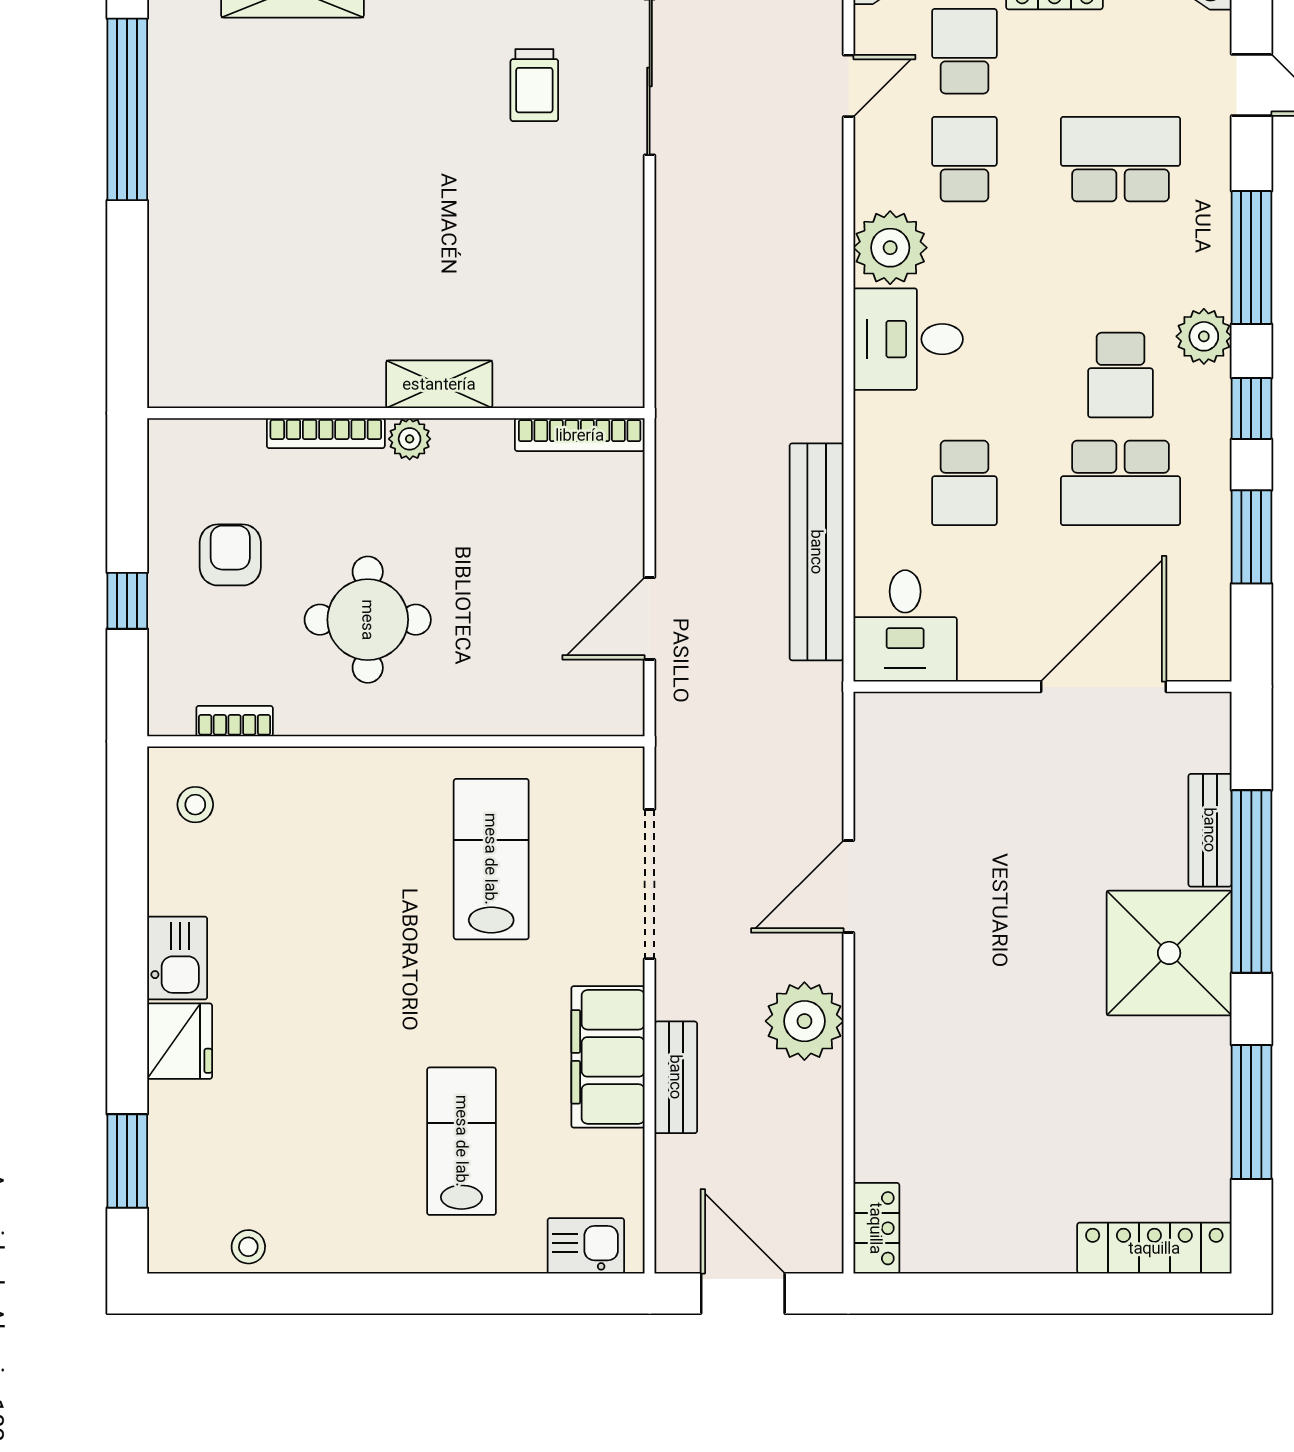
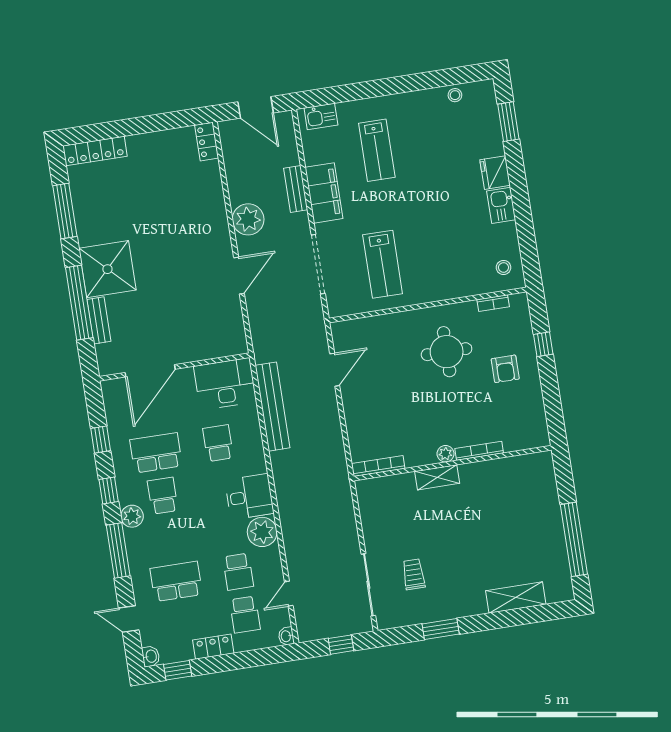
school desk: (1121, 159) -> (176, 581), turned 180
shelving: (439, 384) -> (437, 477), moved
wall: (396, 413) -> (453, 463), moved
bookcase: (326, 433) -> (479, 451), moved
bookcase: (580, 435) -> (378, 466), moved
plant: (410, 439) -> (445, 454), moved
window: (1251, 537) -> (101, 440), width x0.67
desk: (905, 626) -> (225, 384), width x1.37

